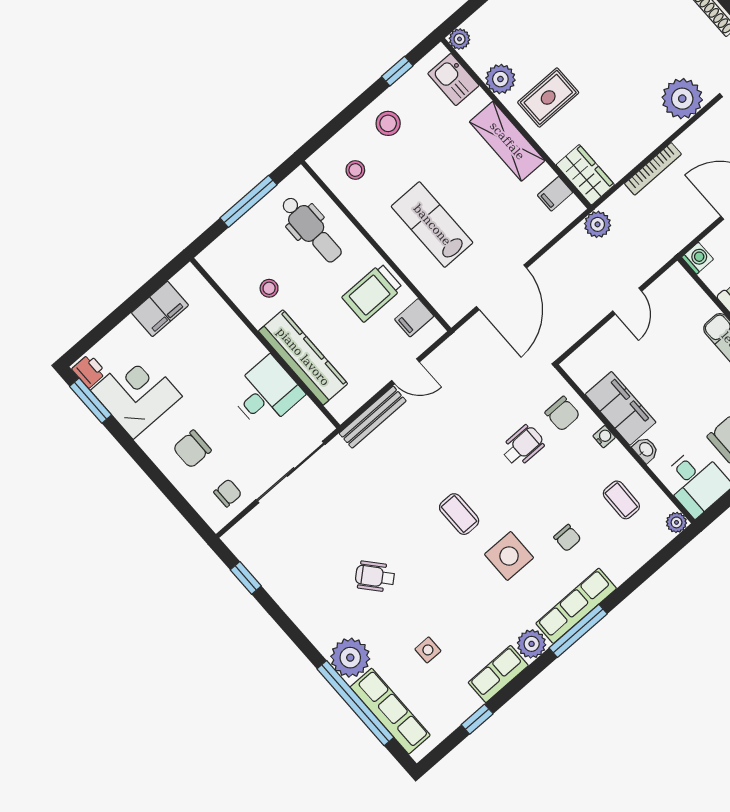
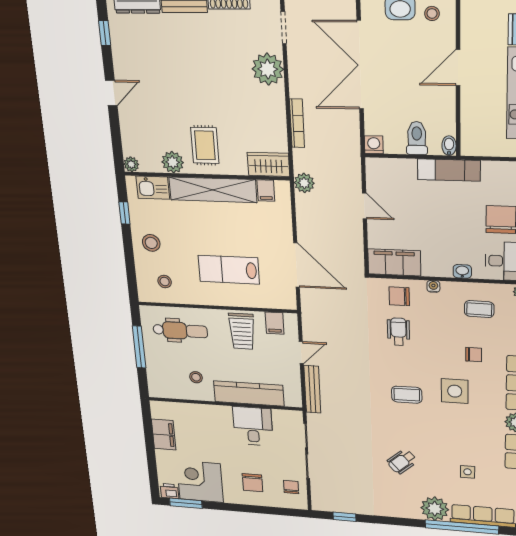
shelving: (507, 141) -> (213, 190), width x1.47
filing cabinet: (621, 408) -> (394, 262), moved
chair: (562, 414) -> (399, 296), turned 180

